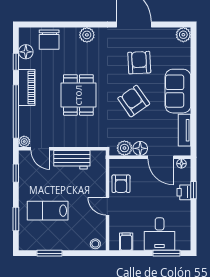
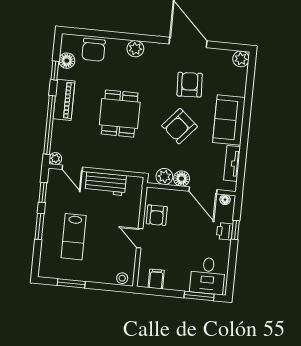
armchair: (134, 101) -> (180, 126), turned -104
lab bench: (48, 211) -> (74, 237), turned -90
window: (16, 219) -> (40, 226), moved
desk: (160, 234) -> (208, 276), moved

